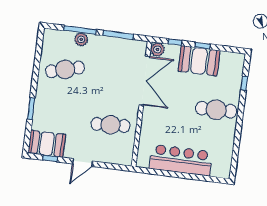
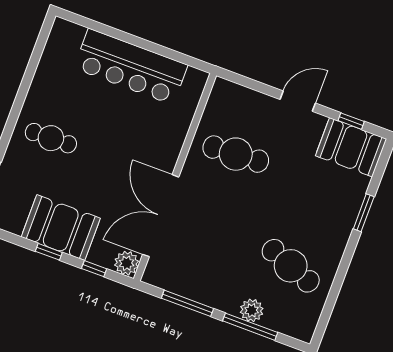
cafe table: (65, 69) -> (291, 266), turned 36
cafe table: (216, 110) -> (51, 138), width x0.73, depth x0.74

